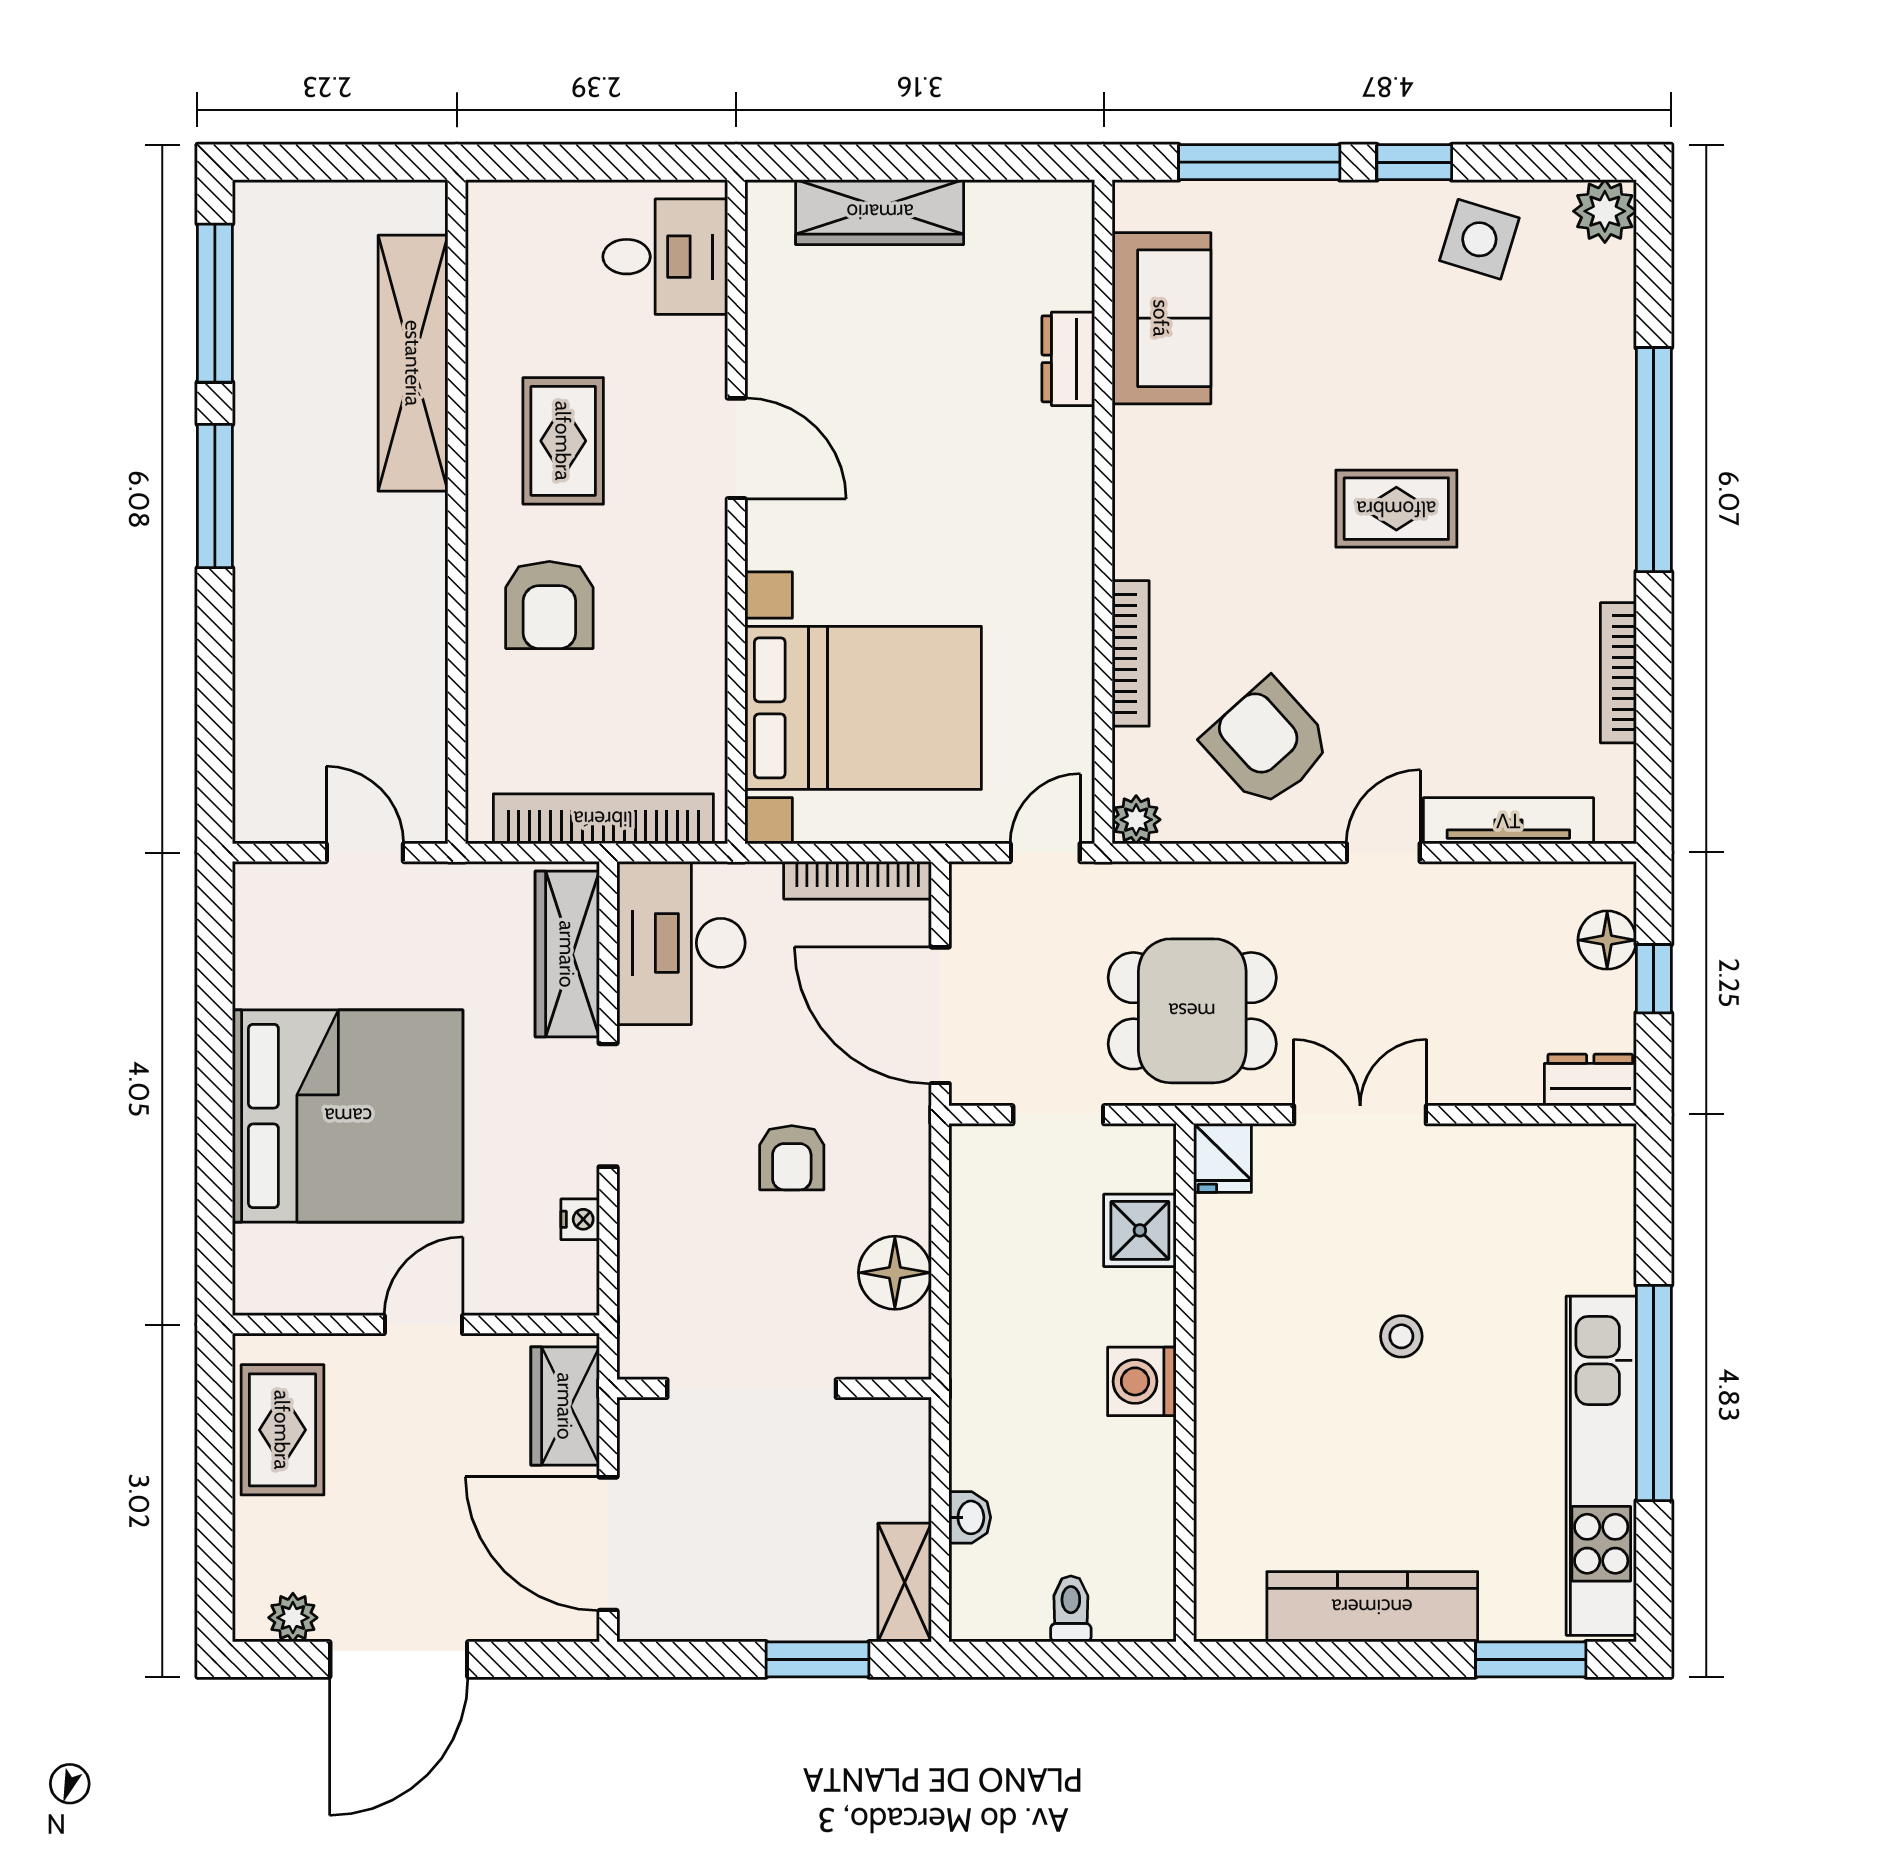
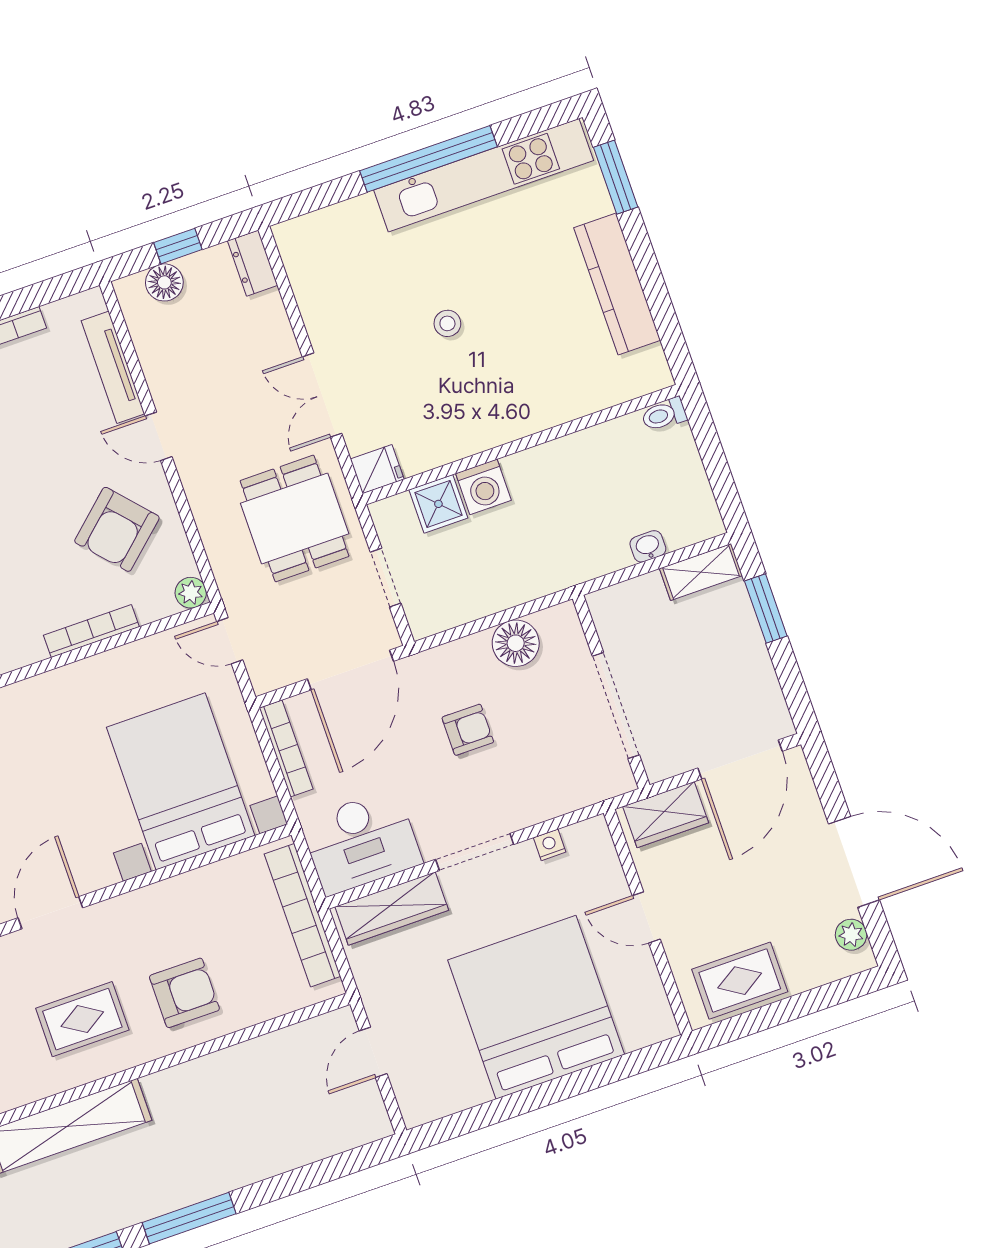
washing machine: (1142, 1381) -> (483, 487), moved
toilet: (1071, 1609) -> (664, 415), moved

